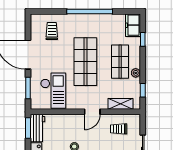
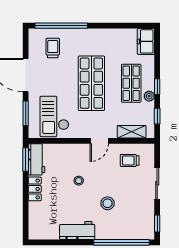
window: (90, 11) -> (61, 26), moved
window: (143, 39) -> (157, 87), moved
checkout: (53, 91) -> (54, 116), turned 180

